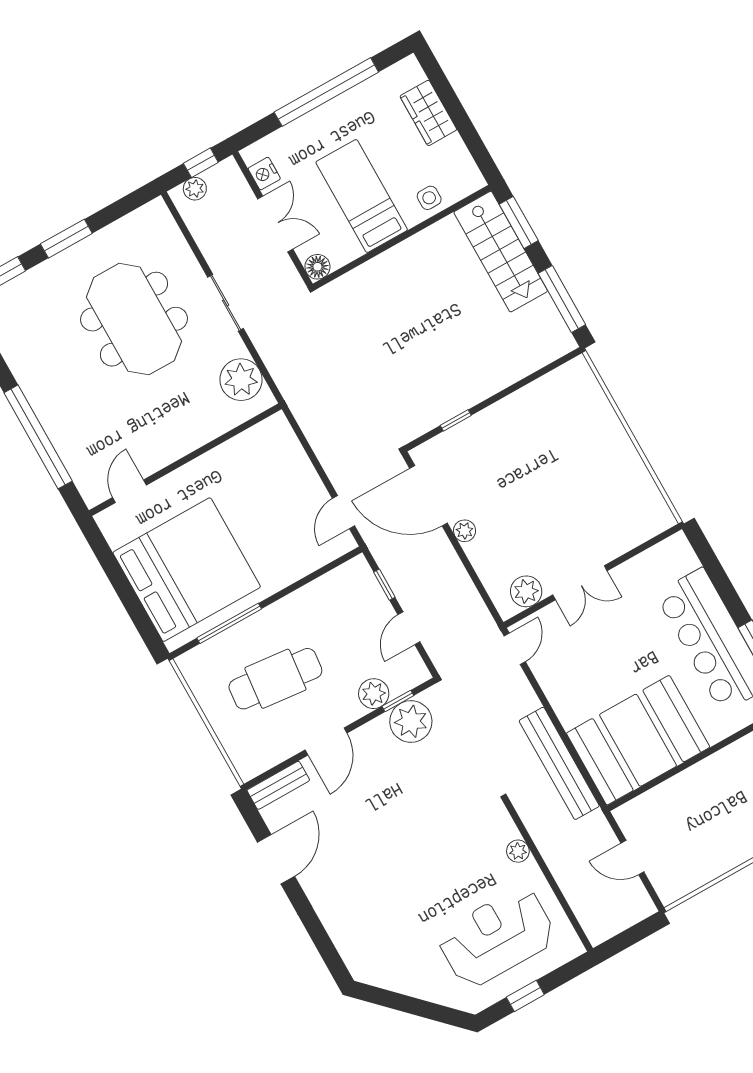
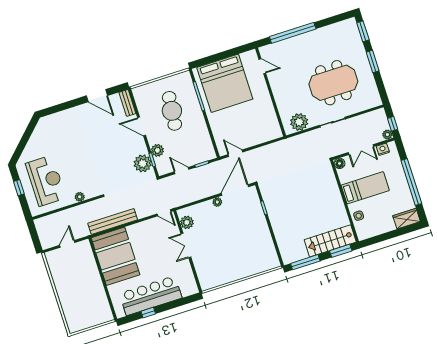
wardrobe: (428, 113) -> (407, 219), moved
plant: (195, 189) -> (387, 135), moved

